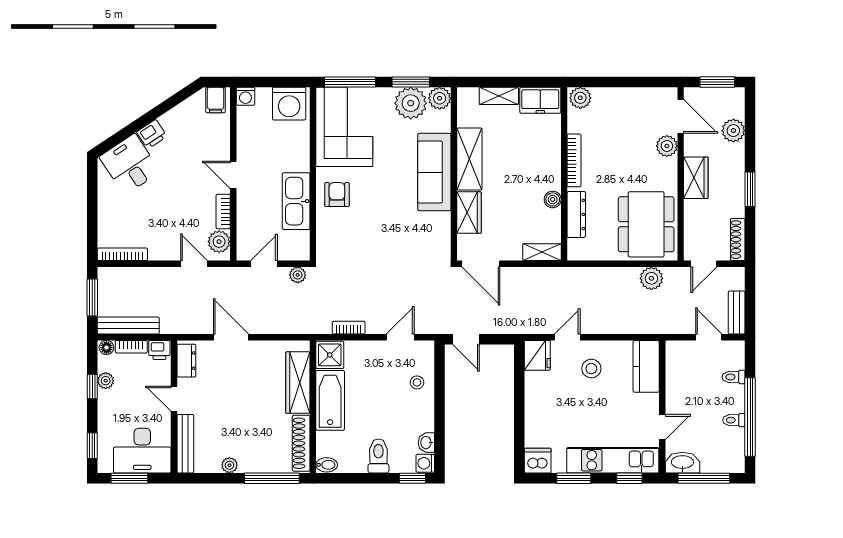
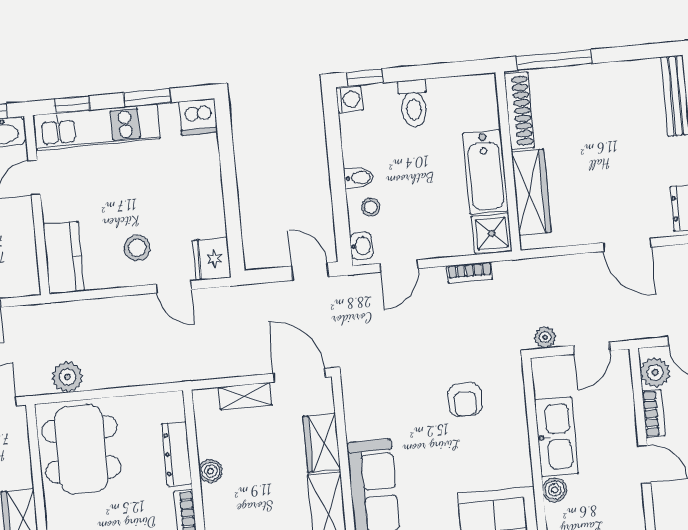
boiler: (301, 162) -> (555, 490), added
armchair: (337, 195) -> (465, 400), moved
shelving: (542, 252) -> (245, 396), moved
door: (567, 337) -> (174, 287), hinge flipped
washbasin: (426, 443) -> (361, 246), moved
plant: (229, 465) -> (613, 72), removed
bidet: (327, 465) -> (359, 178), moved, turned 180

